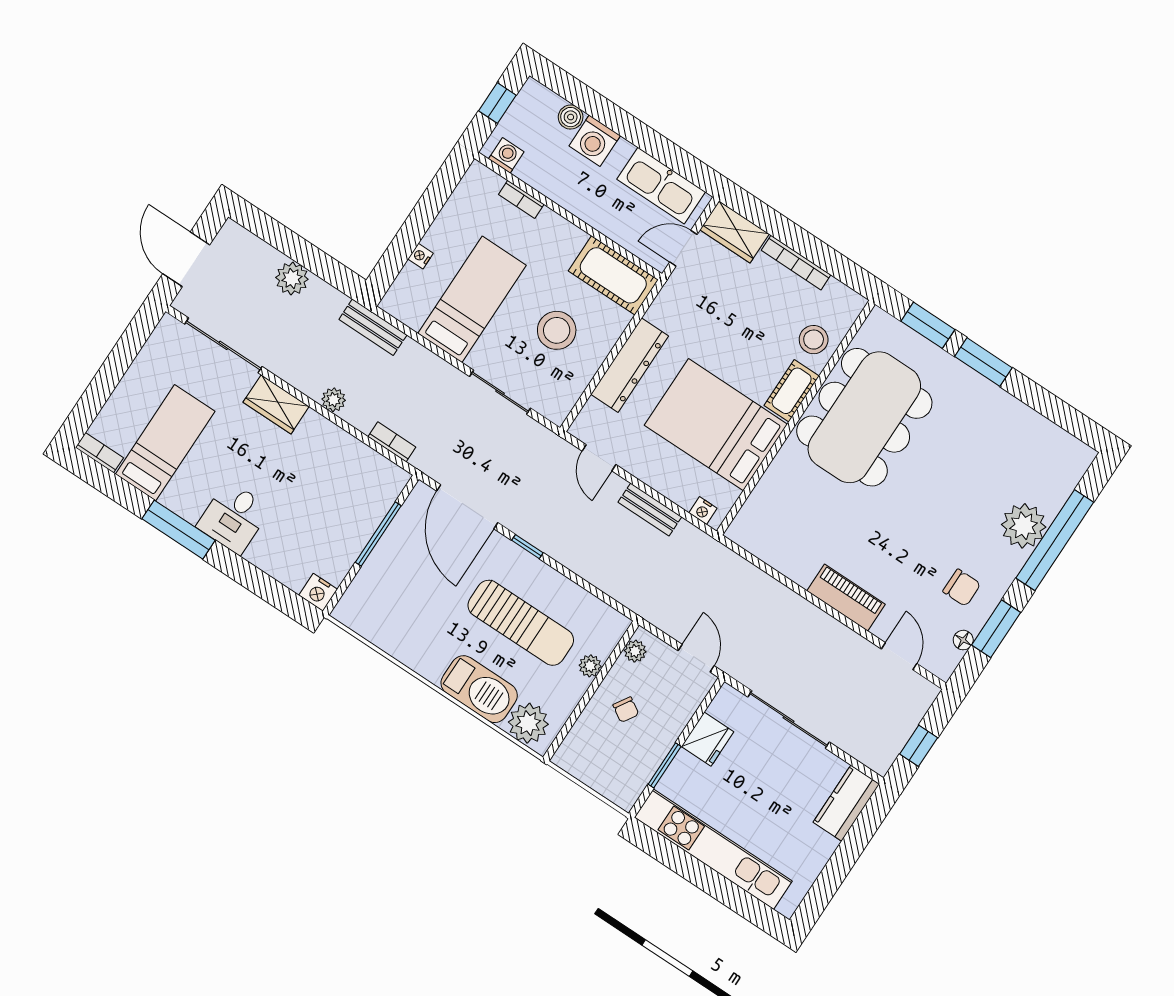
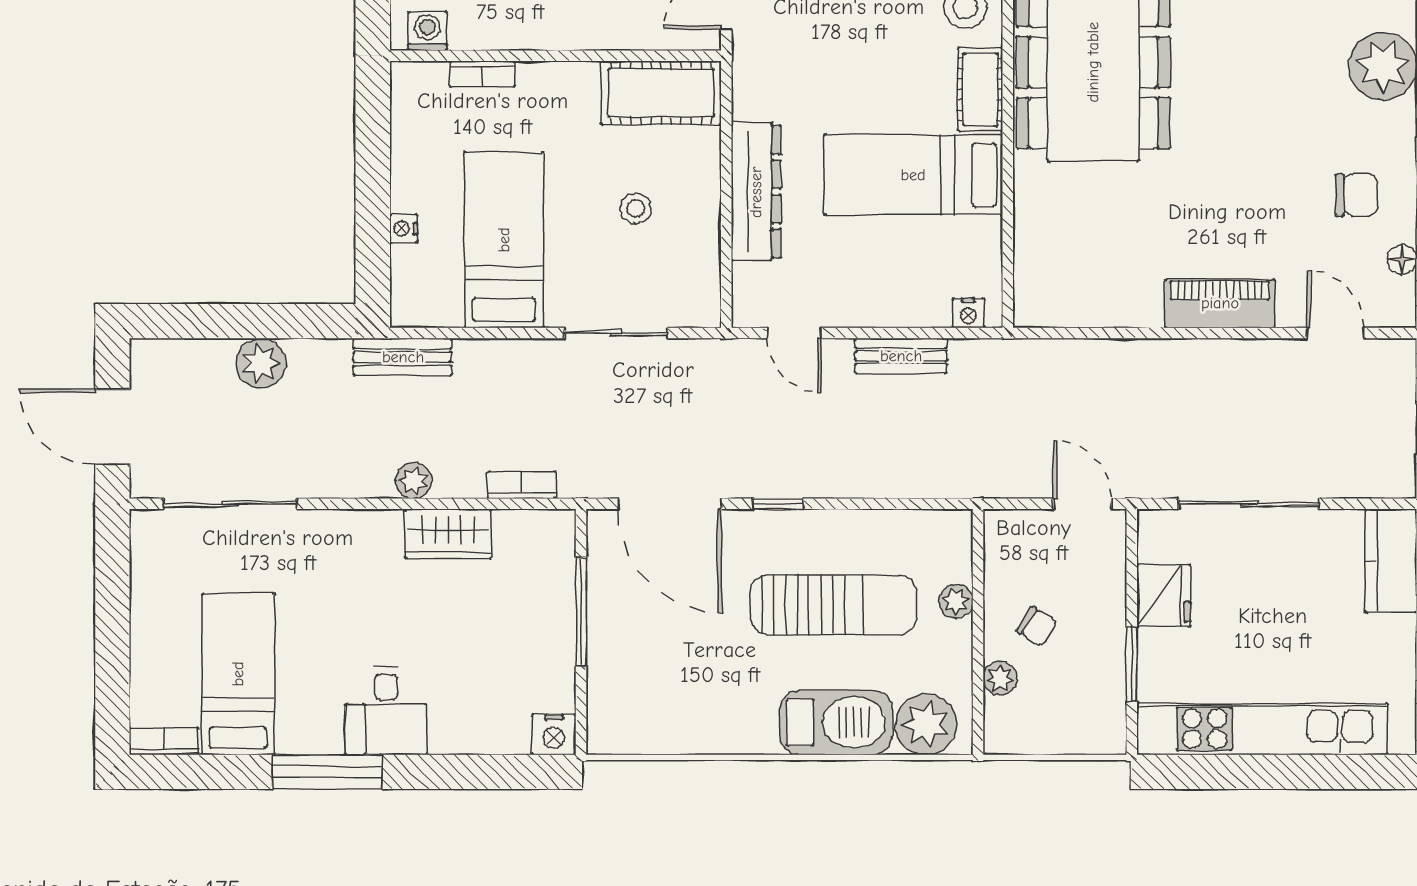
stool: (557, 330) -> (636, 209), width x0.53, depth x0.53
wardrobe: (276, 404) -> (448, 534), moved
bed: (716, 425) -> (913, 175), width x0.67
plant: (635, 651) -> (1000, 678), moved

